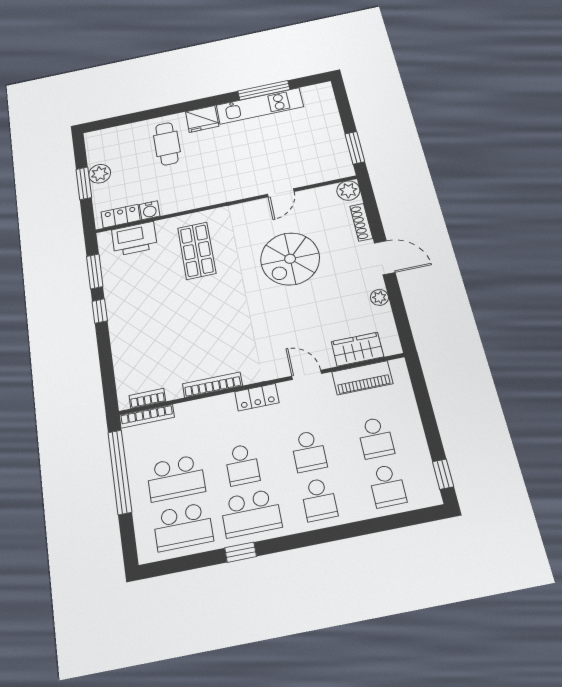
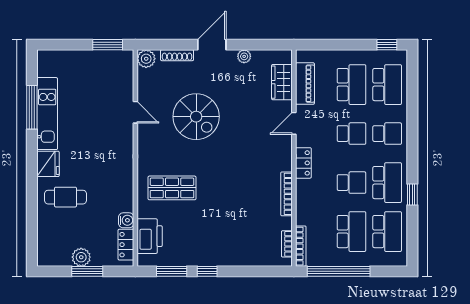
school desk: (376, 438) -> (351, 85), width x1.85
school desk: (387, 486) -> (387, 85), width x1.85

